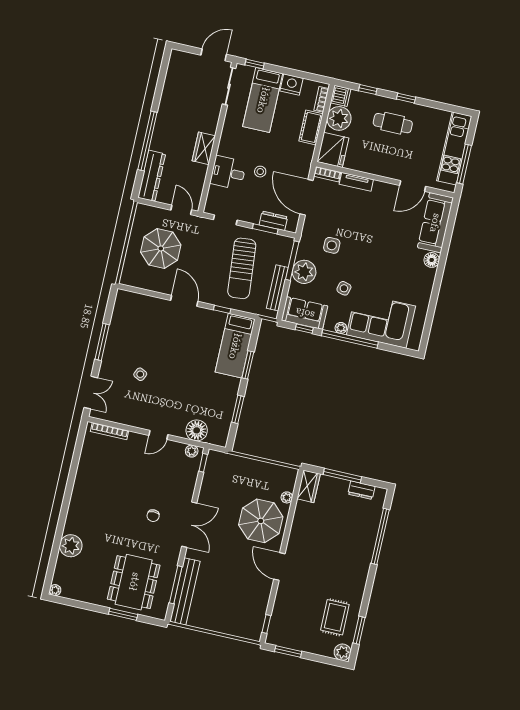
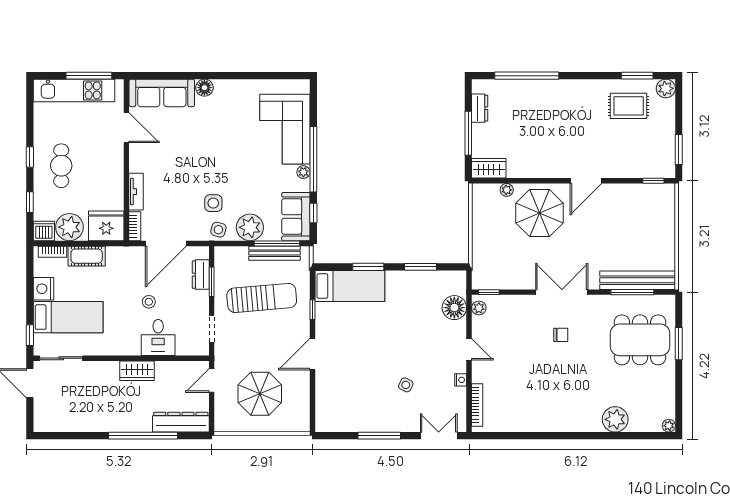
window: (292, 261) -> (277, 243), moved
side table: (344, 288) -> (218, 230), moved
nightstand: (134, 422) -> (461, 380), added

